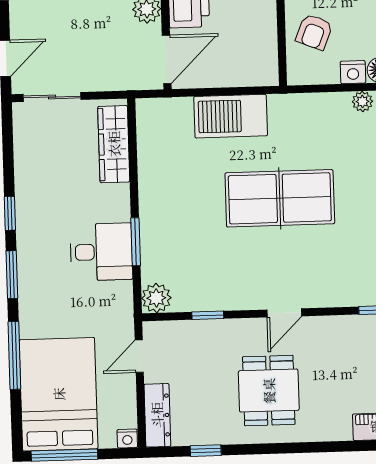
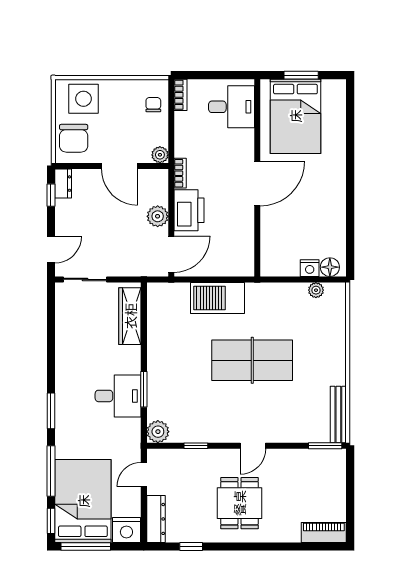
armchair: (314, 32) -> (282, 237), removed
window: (10, 213) -> (51, 521), moved
nightstand: (127, 438) -> (126, 530), width x1.89, depth x1.79

